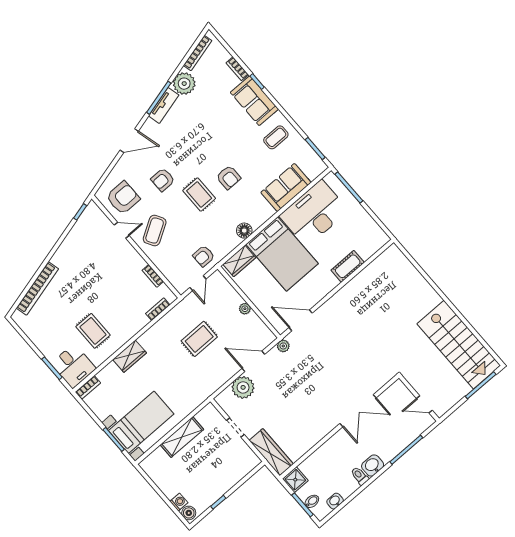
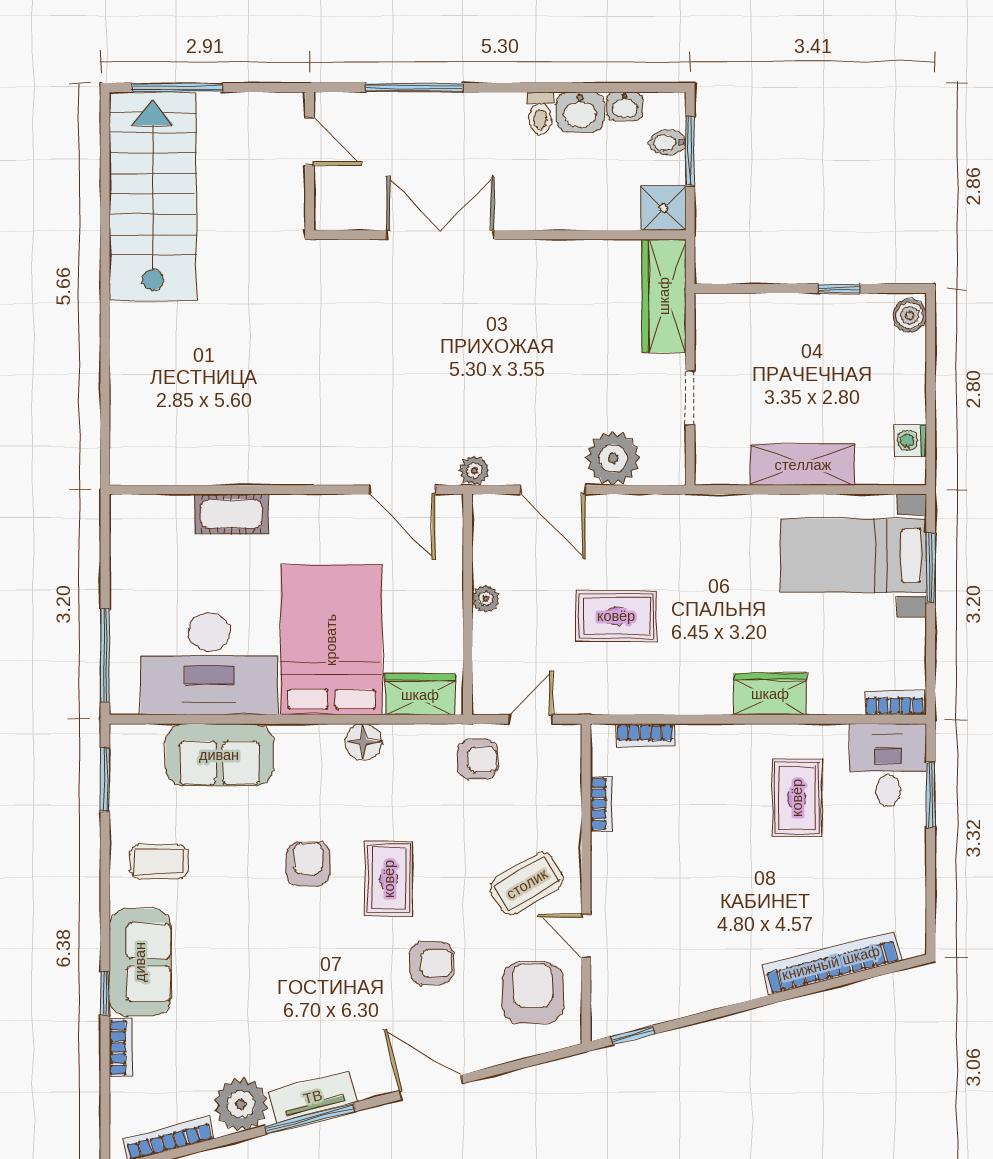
armchair: (123, 198) -> (533, 993), turned 89
washbasin: (373, 465) -> (580, 112), moved
washing machine: (179, 502) -> (910, 440), moved

